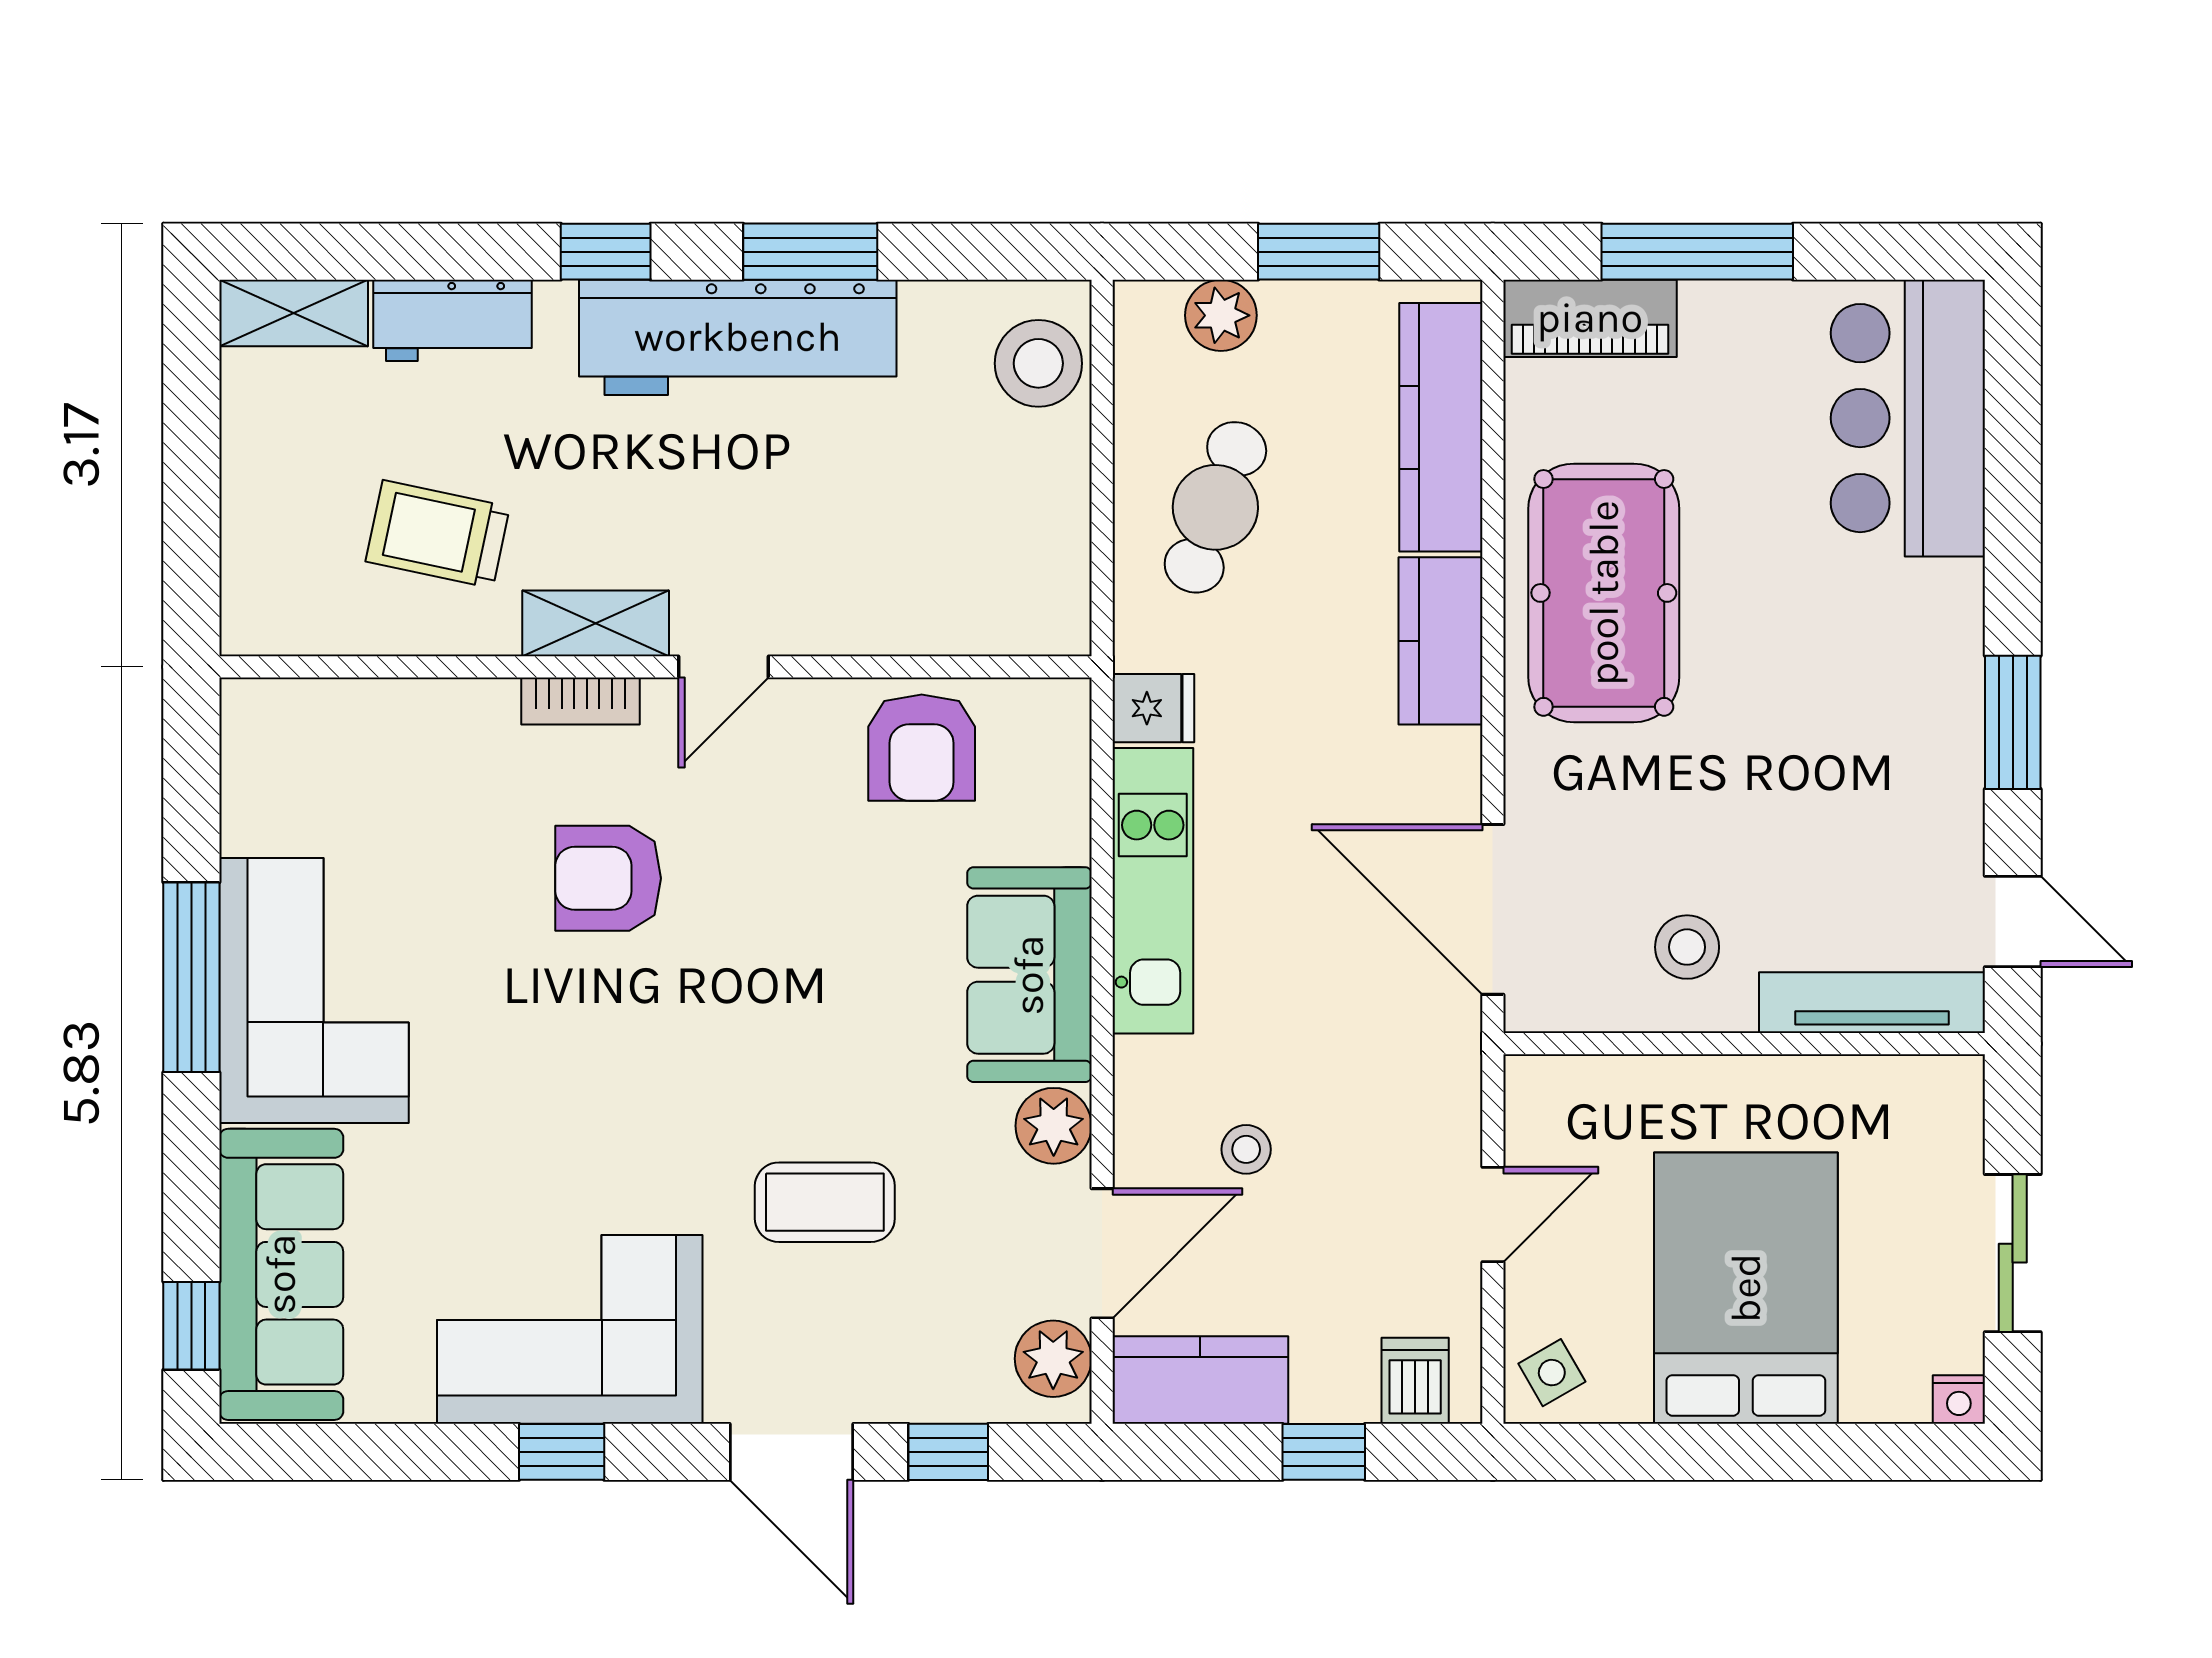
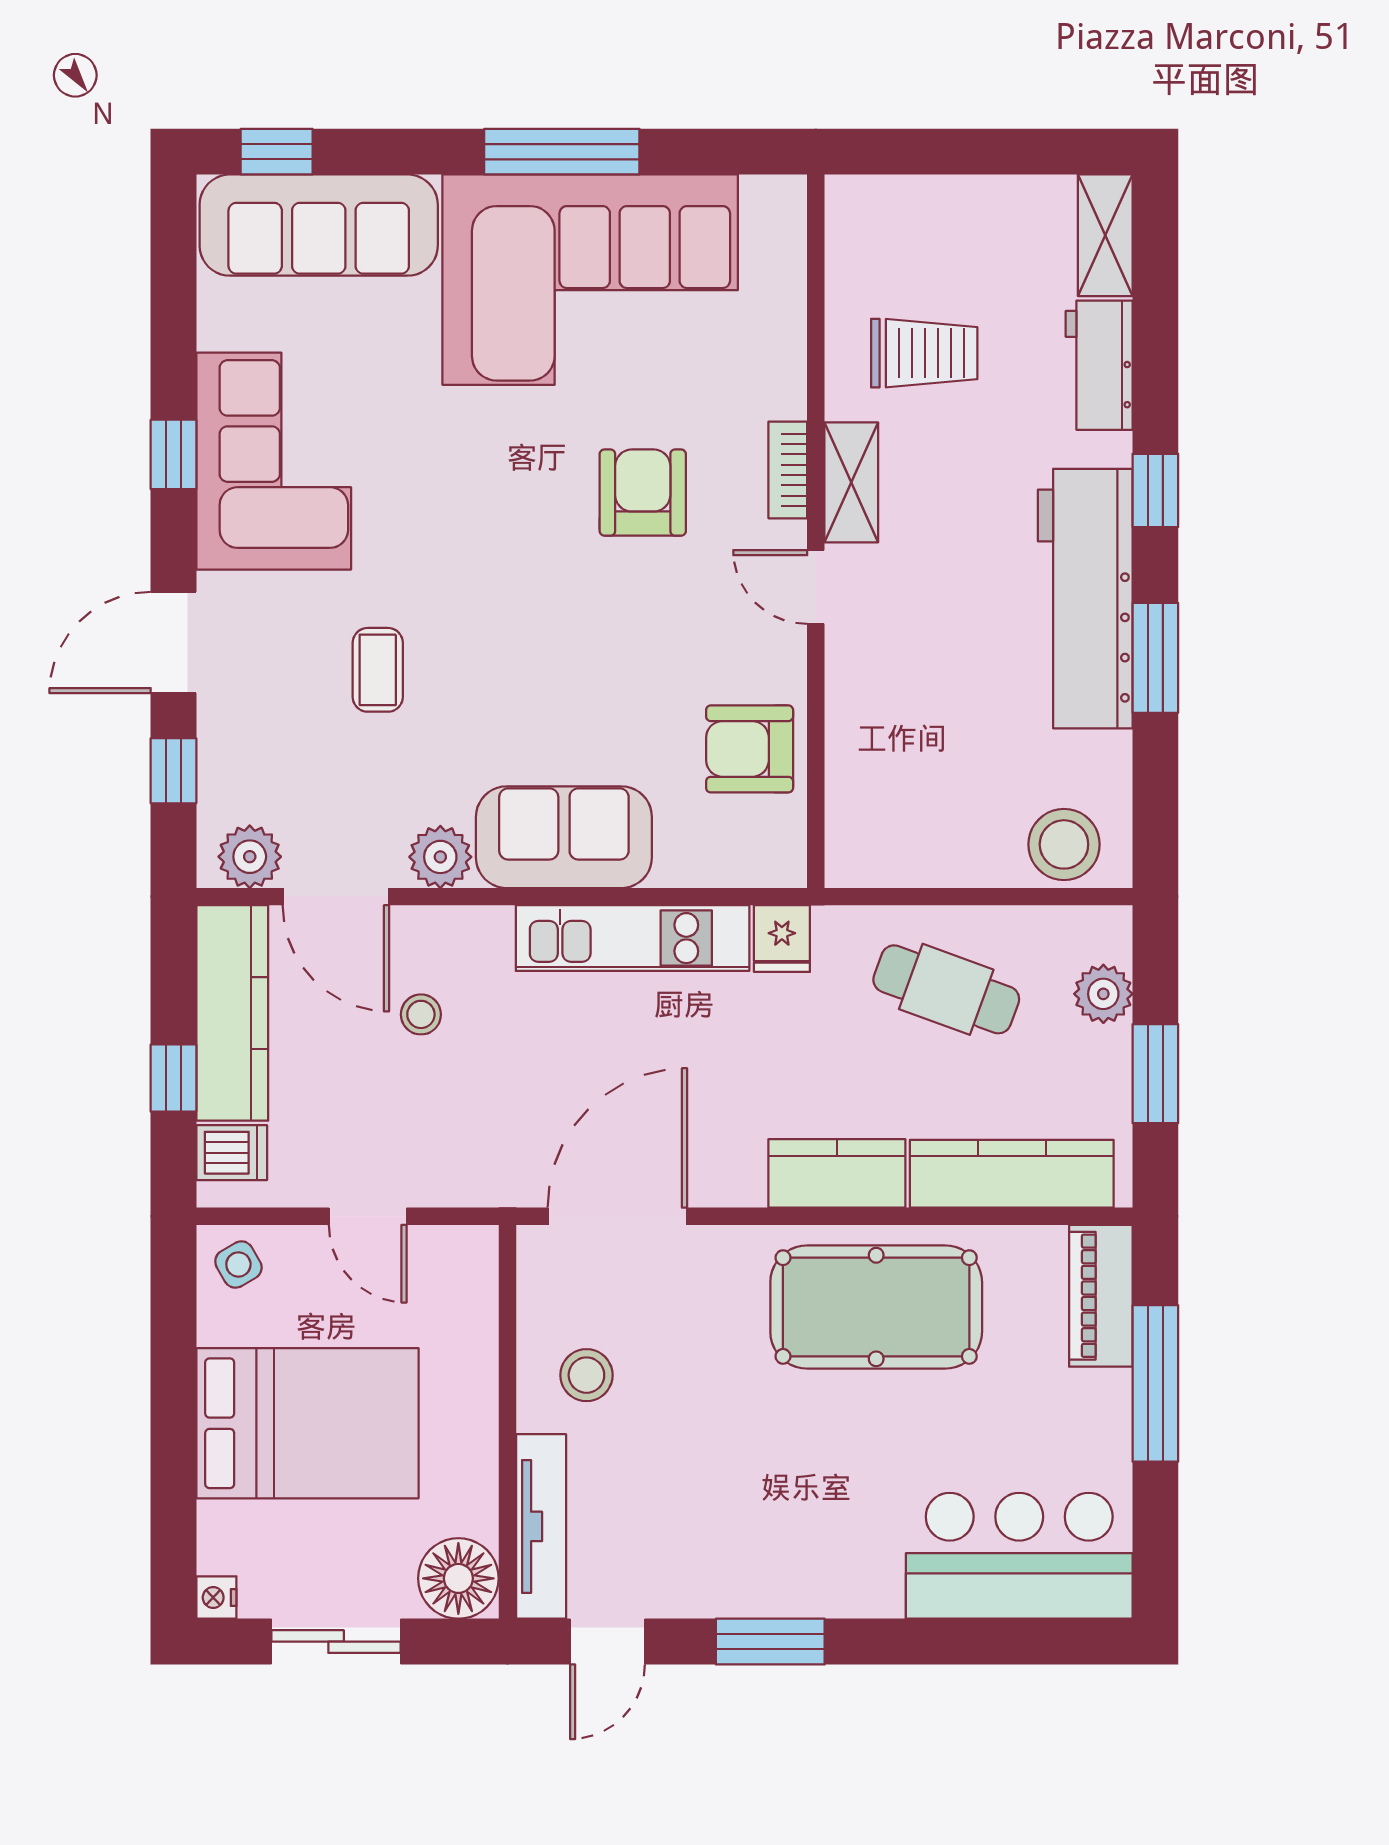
trolley: (438, 534) -> (924, 353), turned 78
corner sofa: (314, 991) -> (590, 280), width x1.36, depth x1.36
floor lamp: (1936, 1104) -> (458, 1578), added
coffee table: (825, 1202) -> (378, 670), width x0.73, depth x0.77
kitchen counter: (1200, 1380) -> (232, 1013), width x1.50

